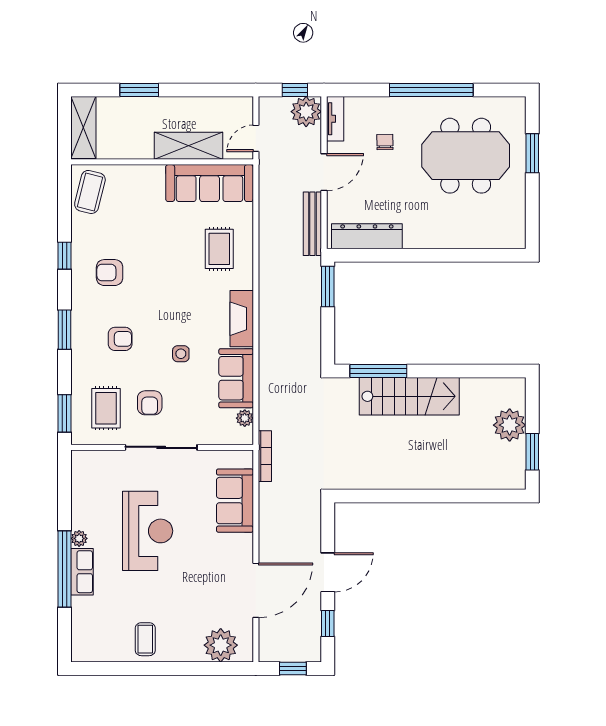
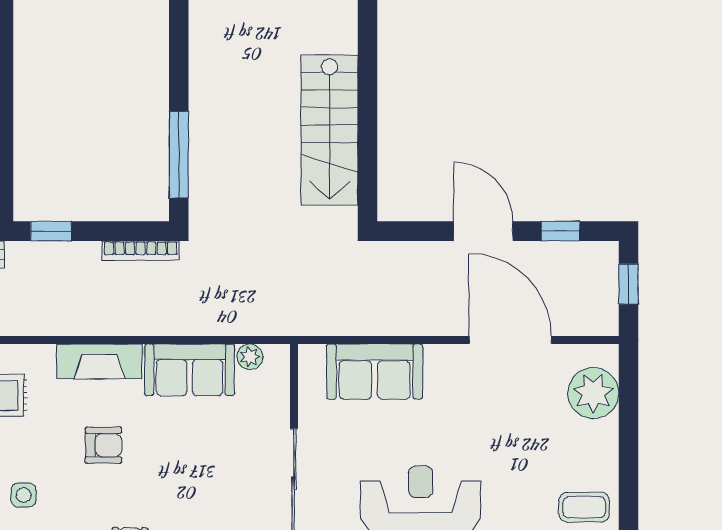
window: (328, 287) -> (51, 231), width x0.67
side table: (181, 354) -> (24, 495), moved
stairs: (409, 396) -> (329, 130), moved, turned 180
armchair: (150, 403) -> (103, 445), moved
bookcase: (265, 456) -> (141, 251), moved, turned 180

